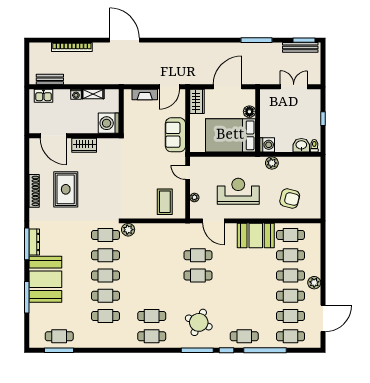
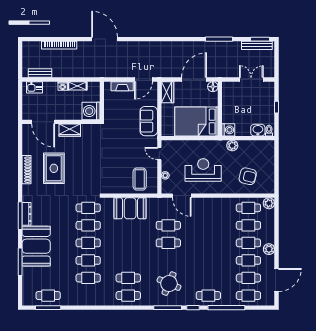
floor lamp: (249, 112) -> (213, 87), moved
plant: (128, 230) -> (269, 203), moved
booth: (256, 236) -> (130, 208), moved

